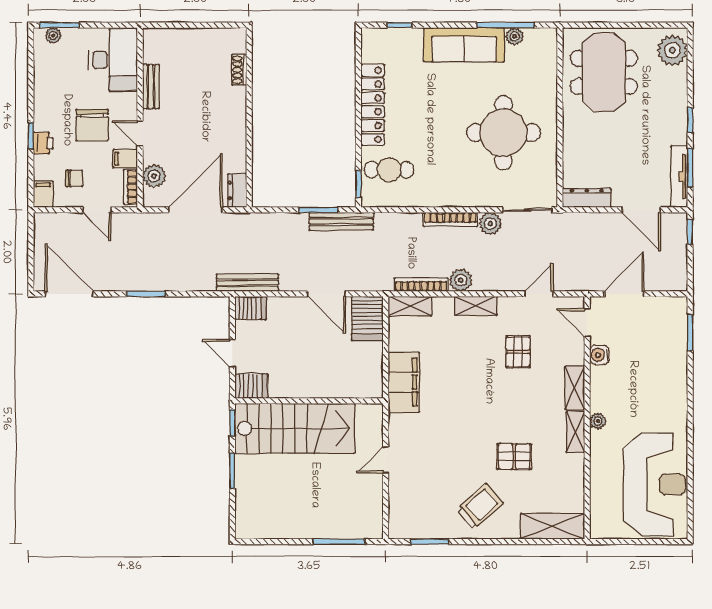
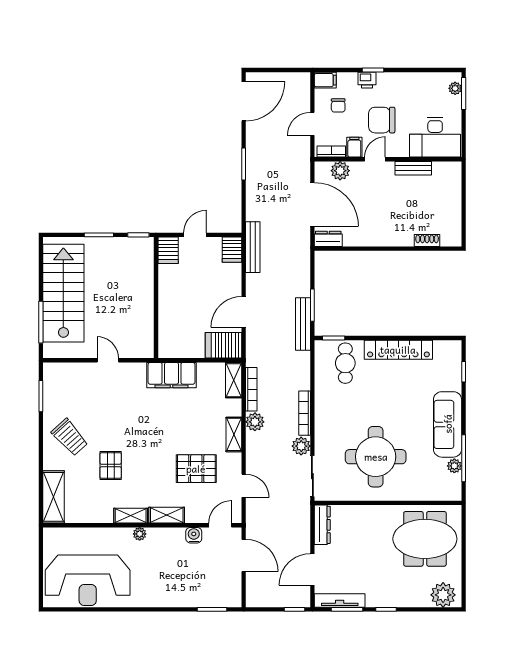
pallet: (518, 352) -> (196, 469), width x1.50, depth x1.42
stairs: (295, 428) -> (63, 293), moved, turned 180

